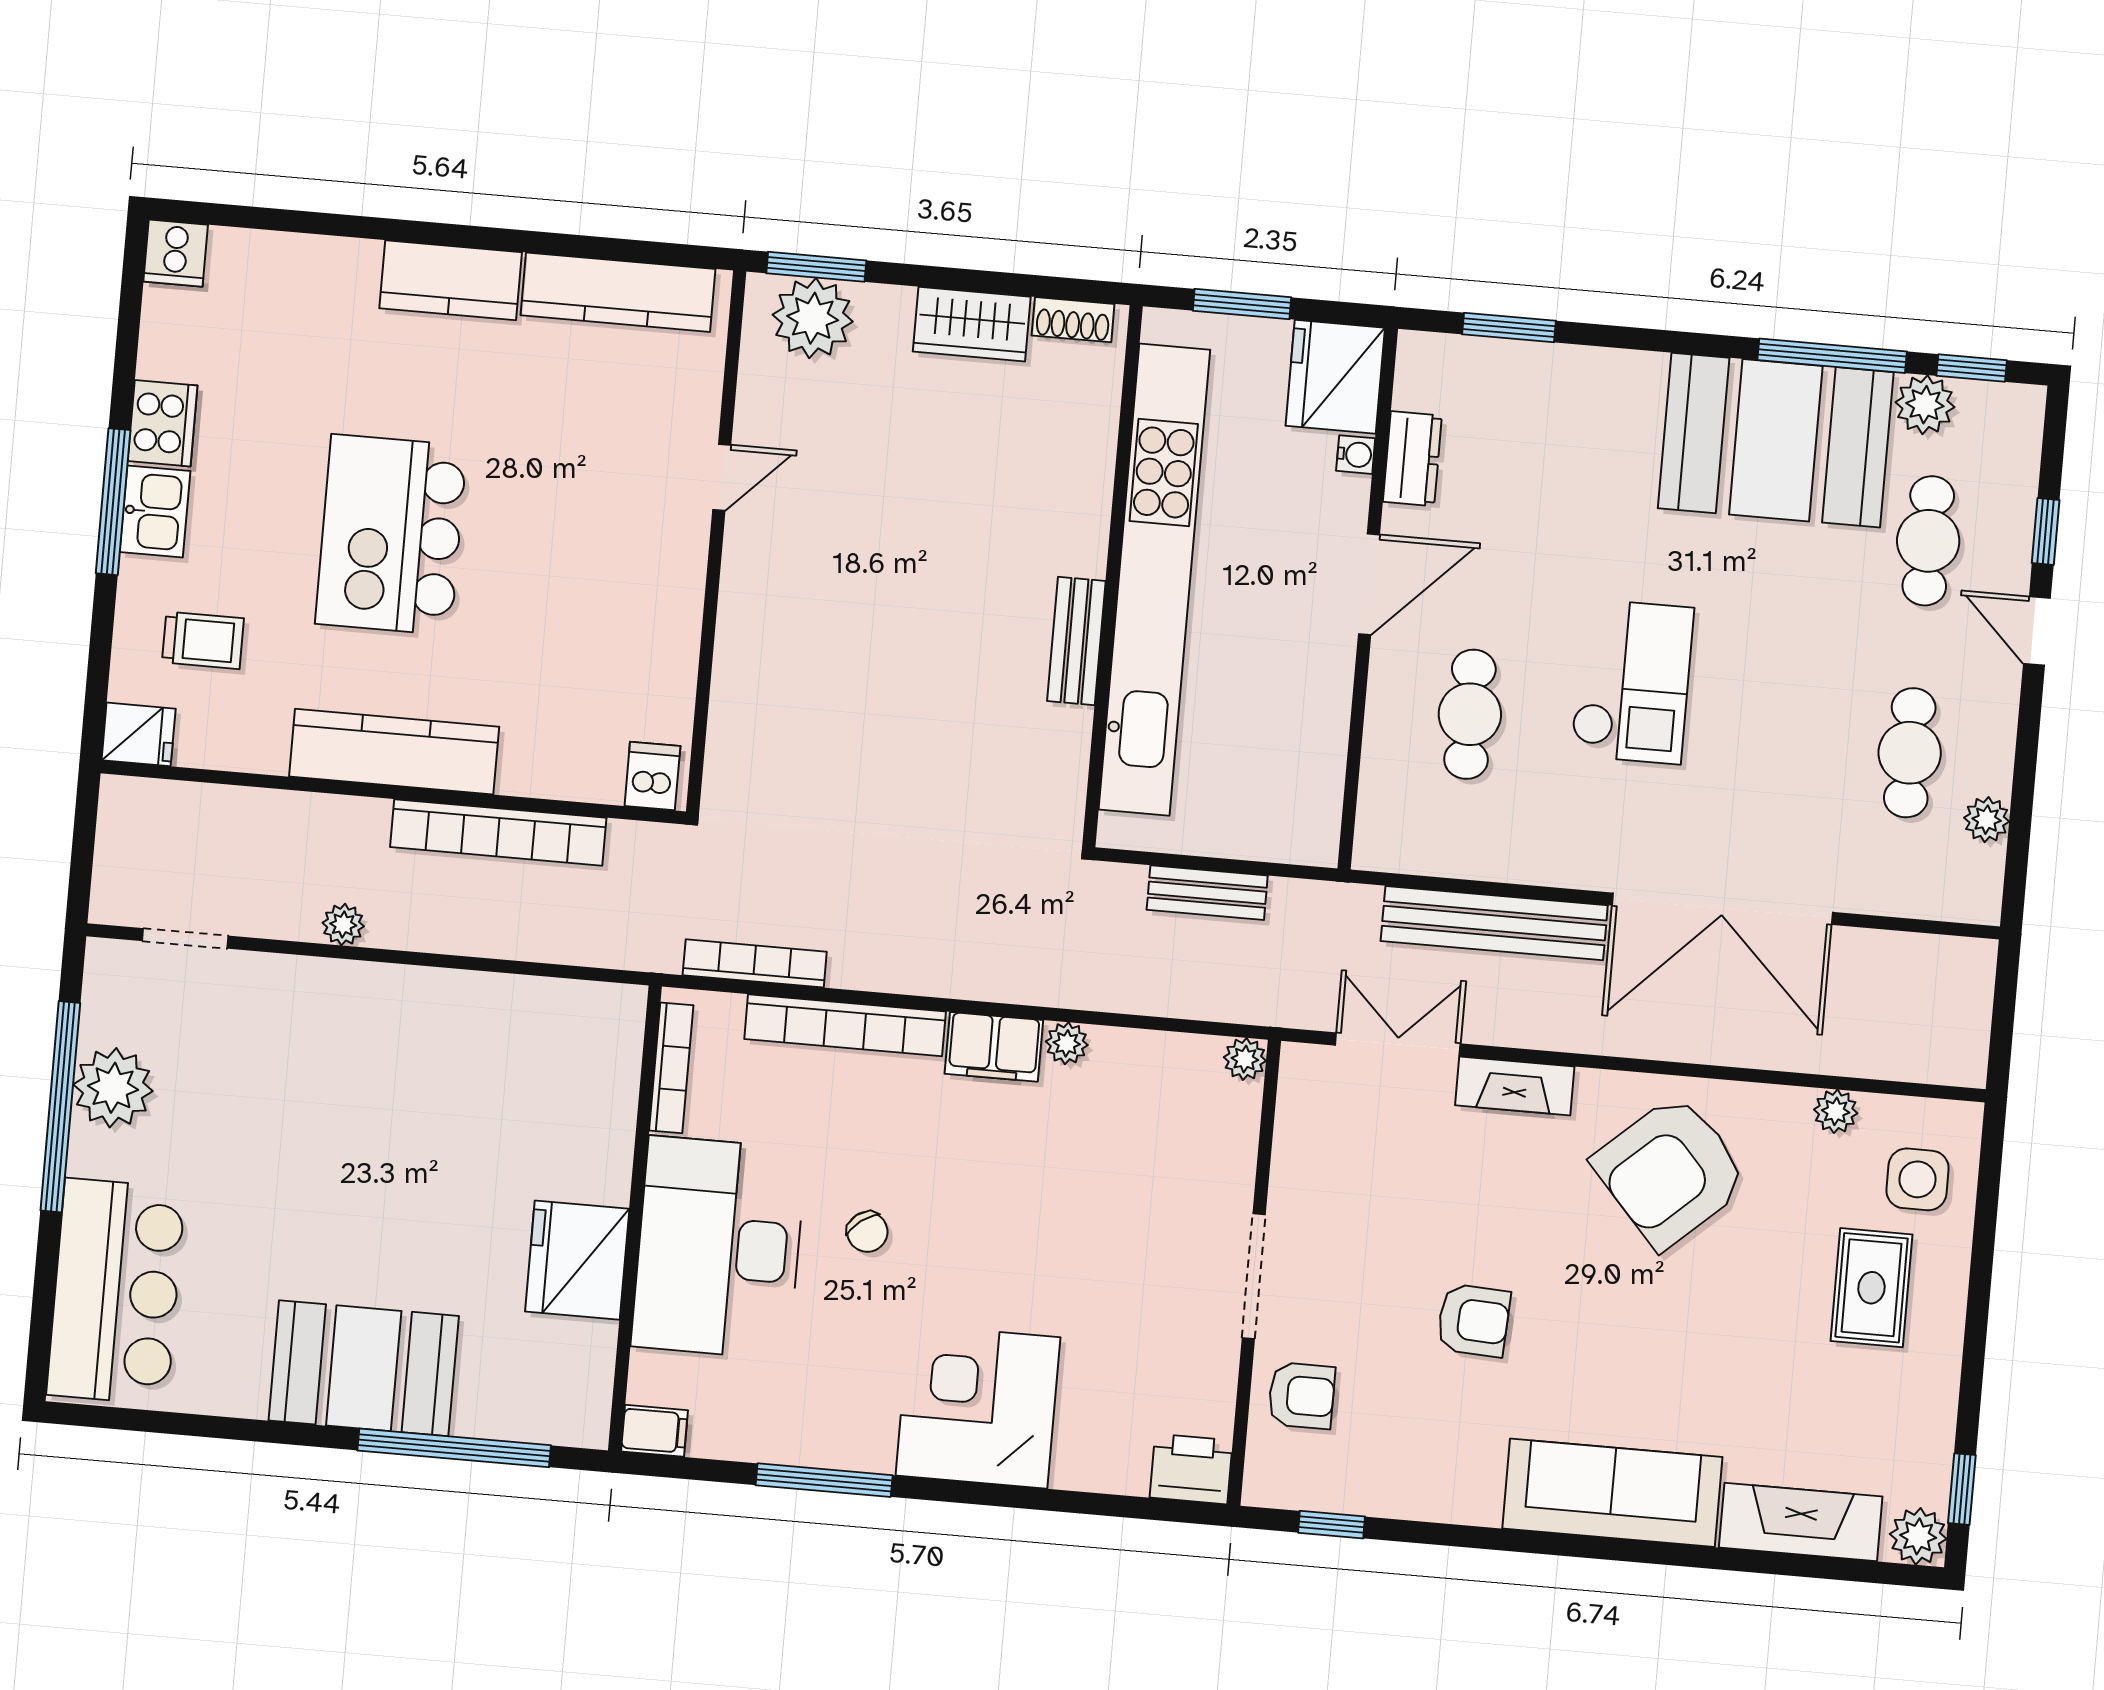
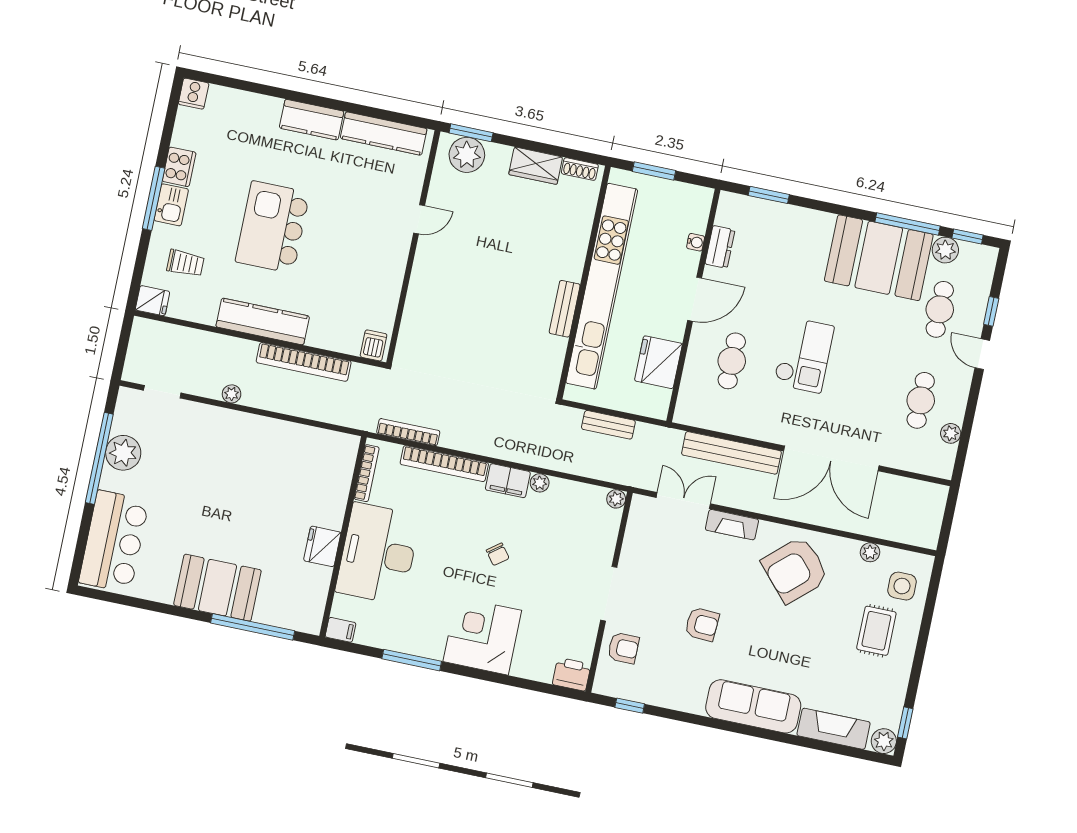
fridge: (1335, 377) -> (658, 362), moved
chair: (867, 1232) -> (498, 554), moved
fridge: (577, 1260) -> (322, 546), width x0.73, depth x0.75

